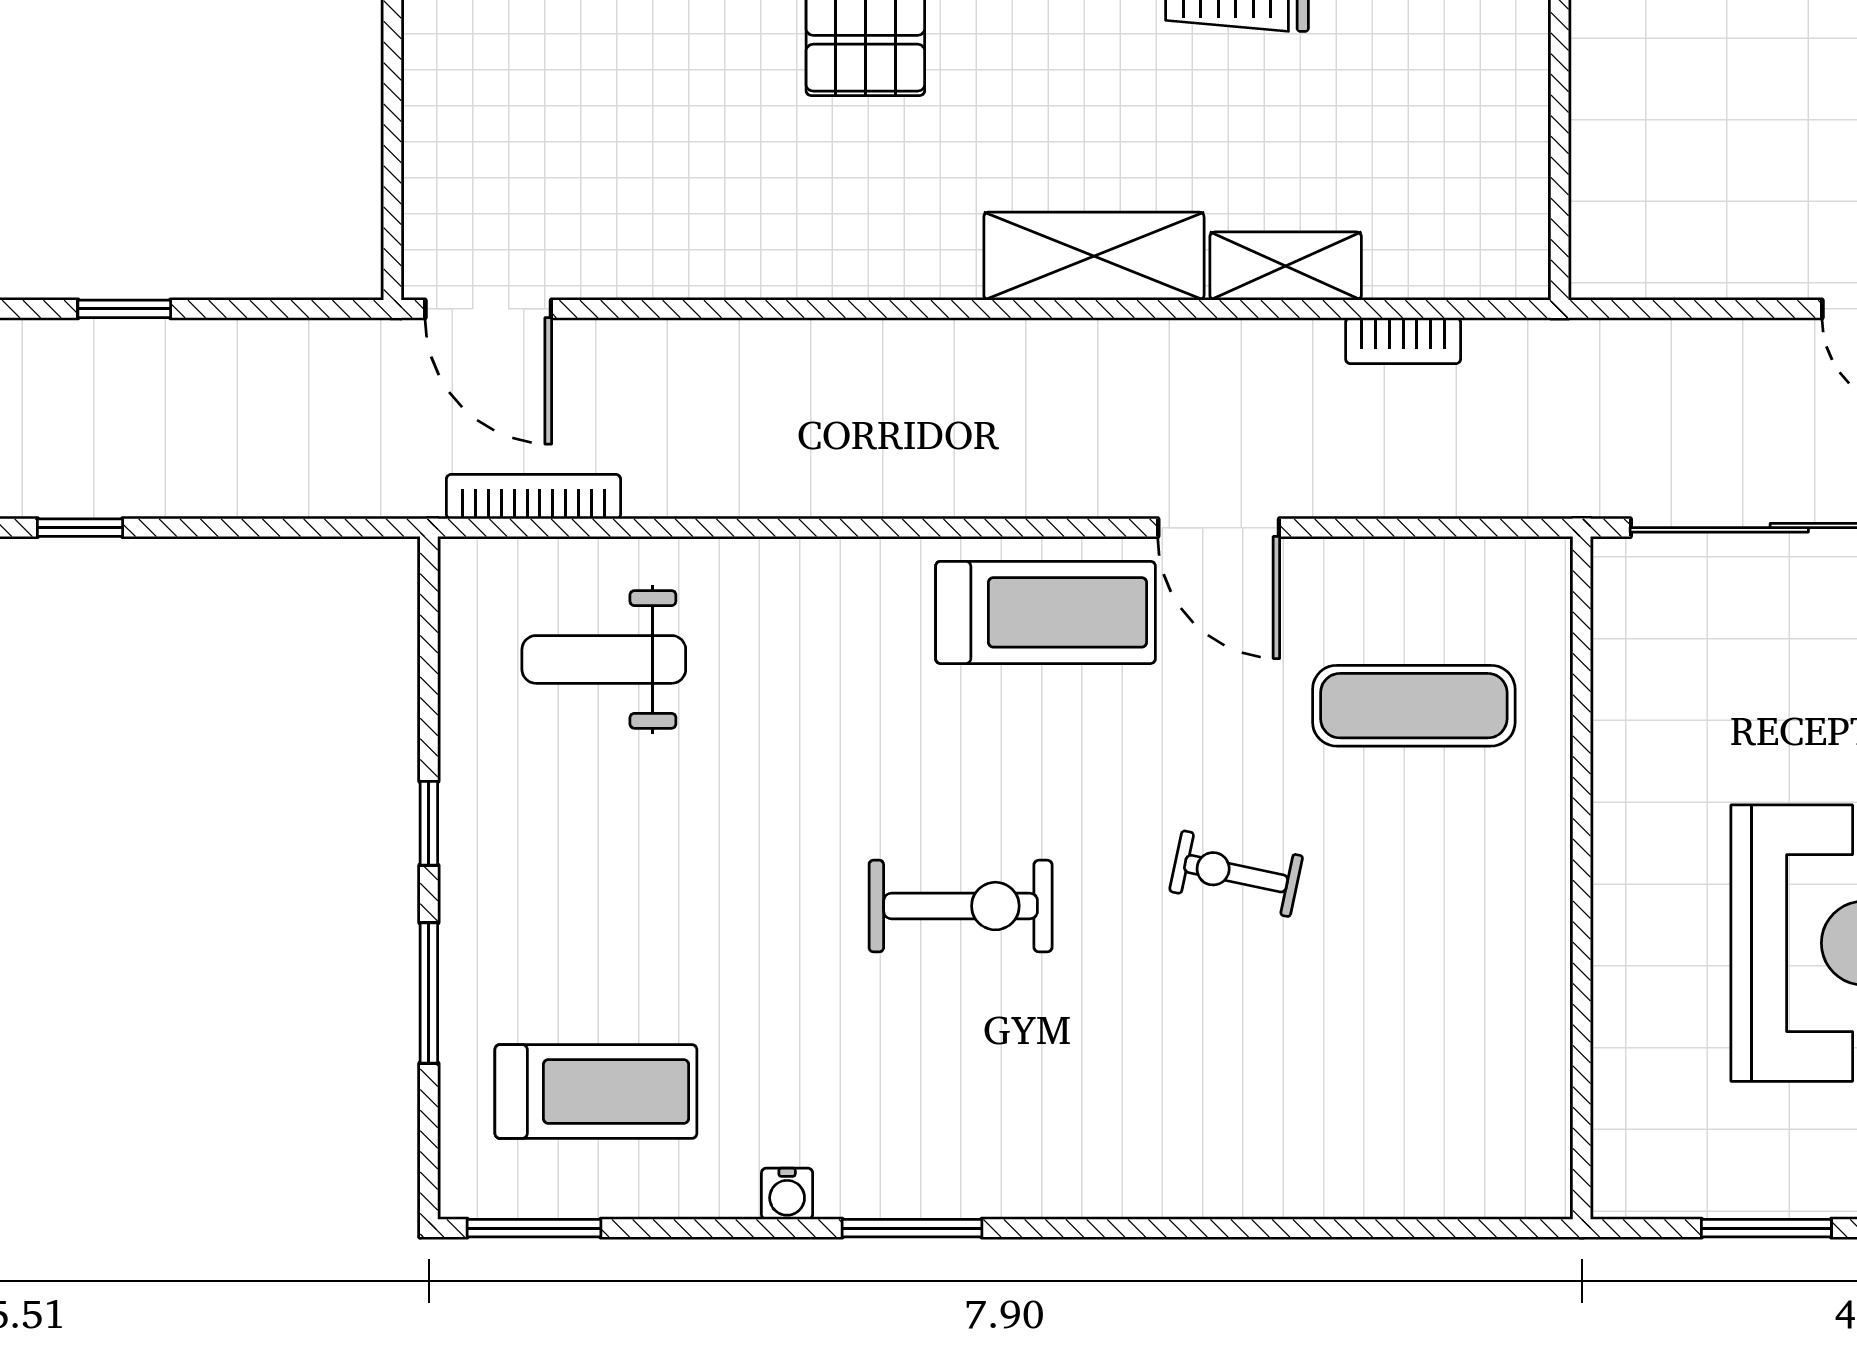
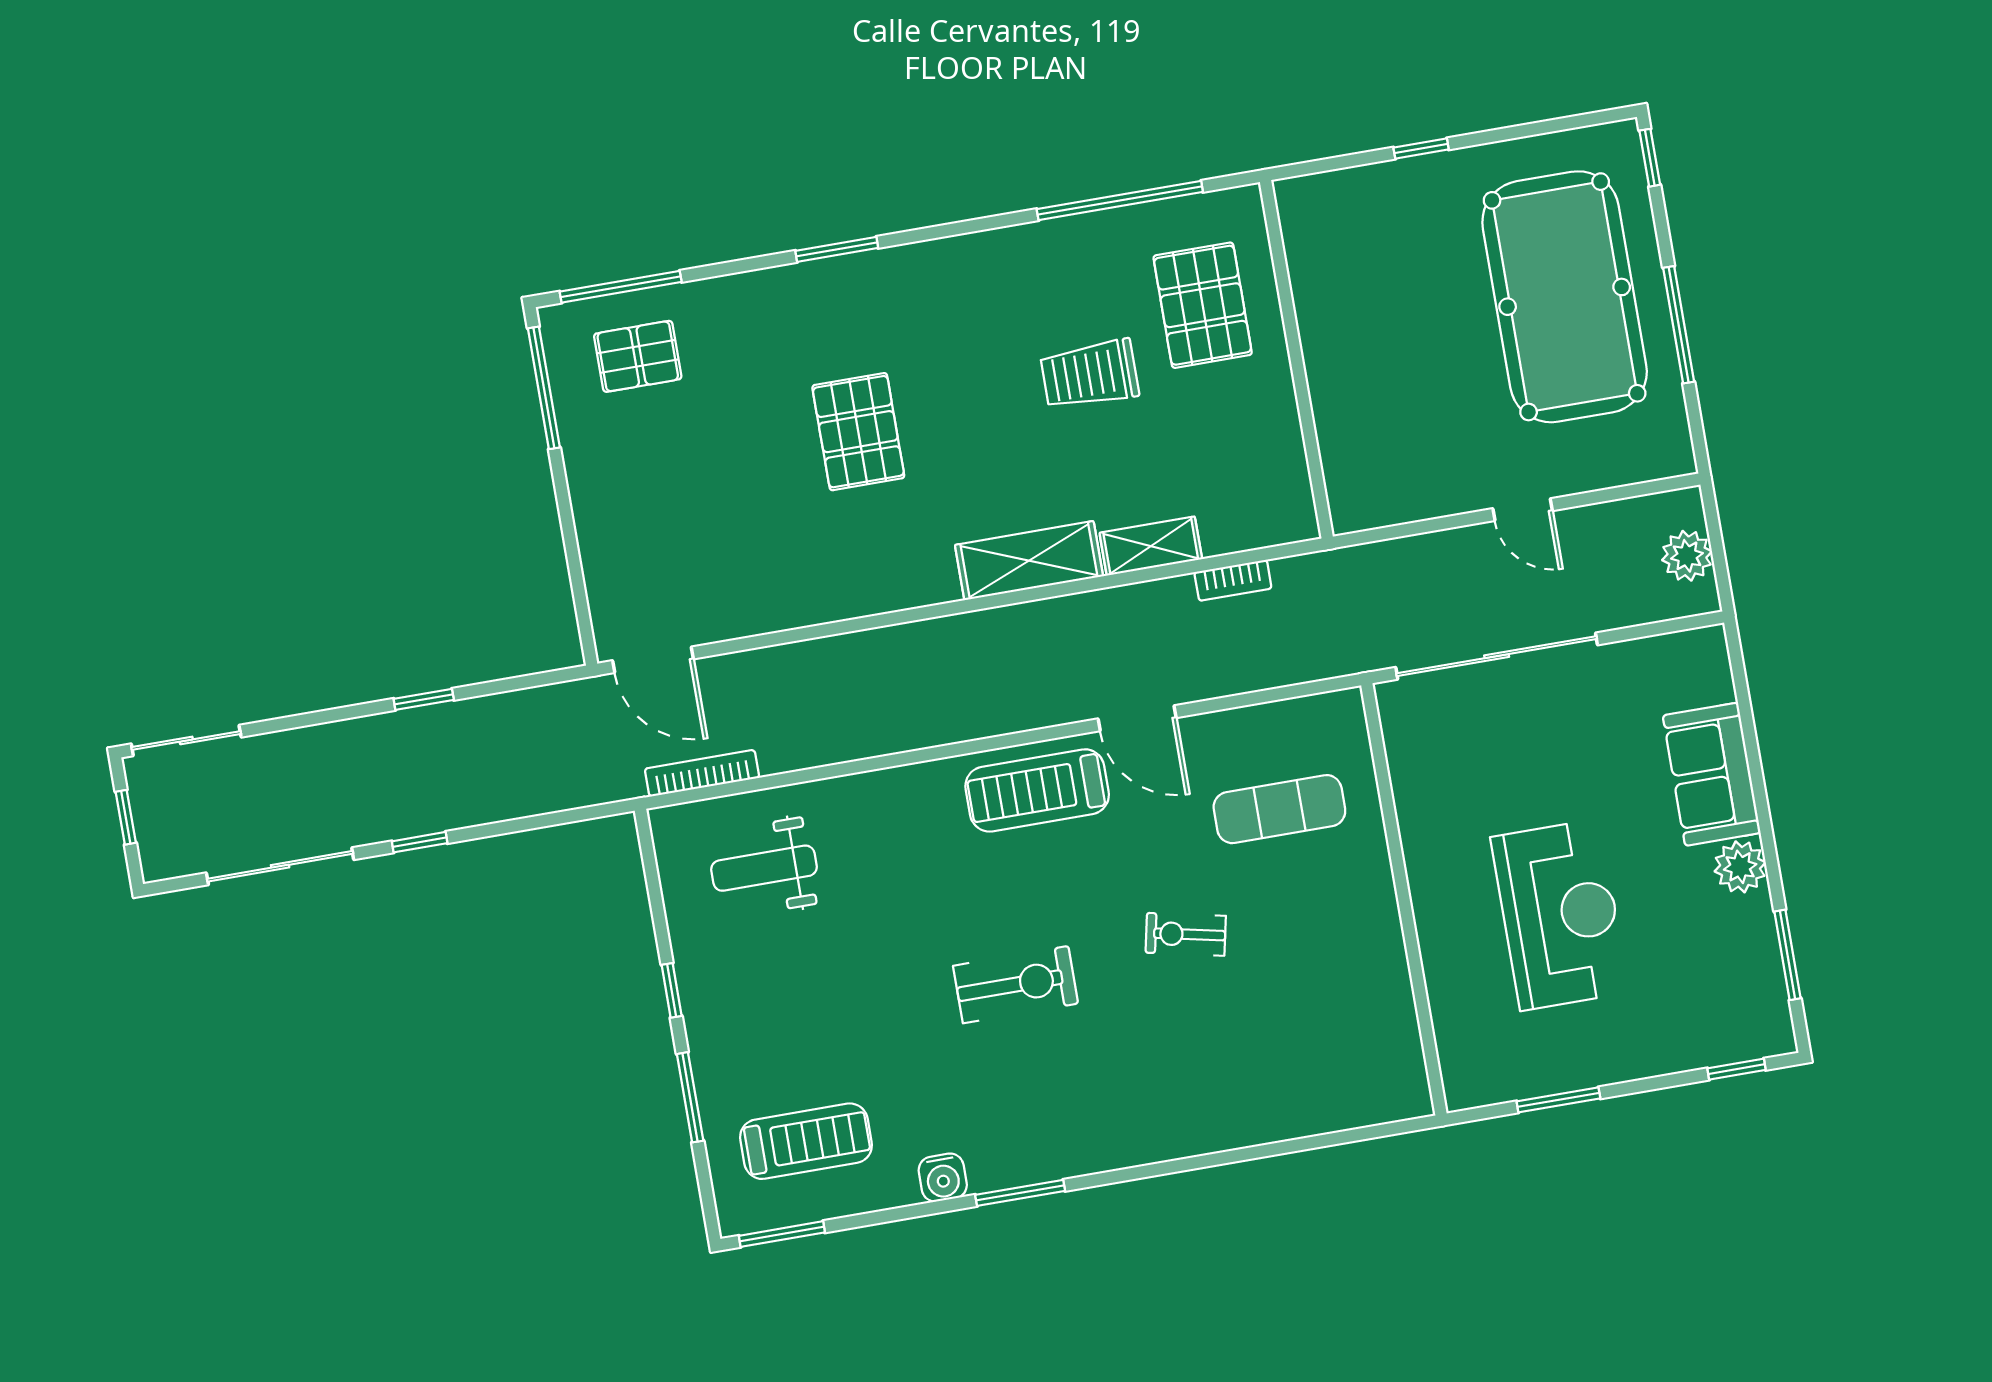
treadmill: (1046, 612) -> (1037, 790), turned 180
water cooler: (787, 1194) -> (943, 1178), width x1.38, depth x1.38

